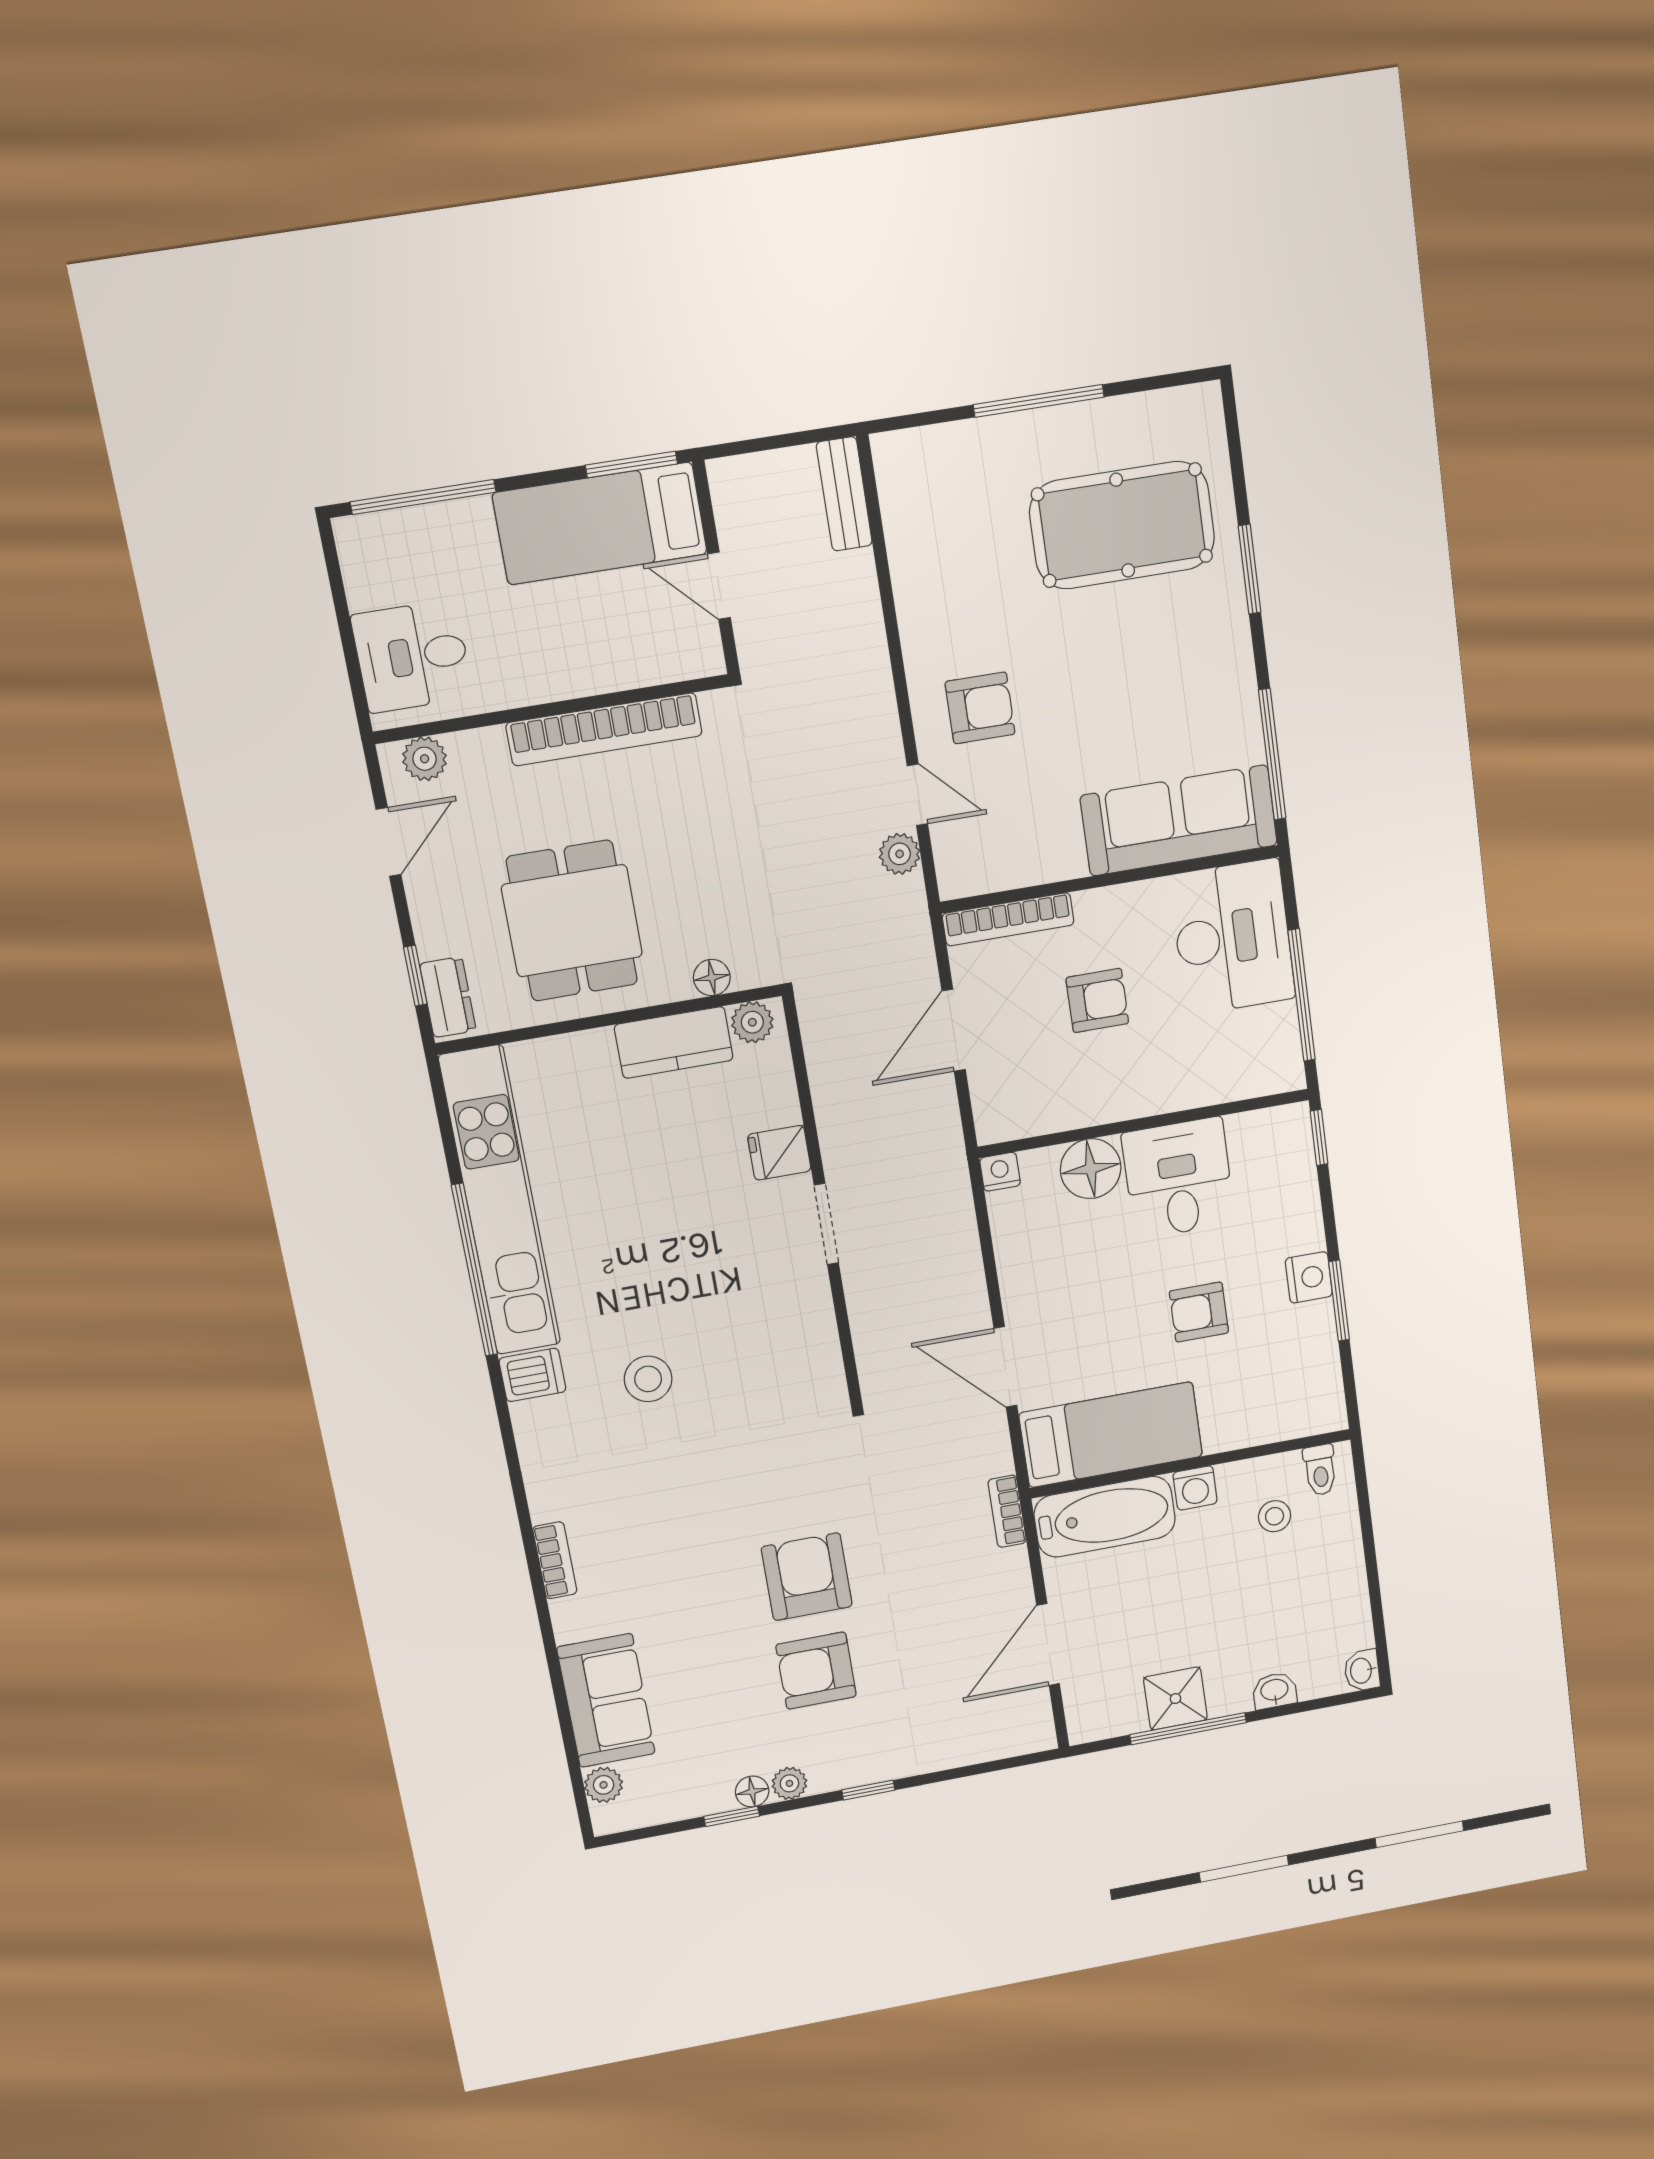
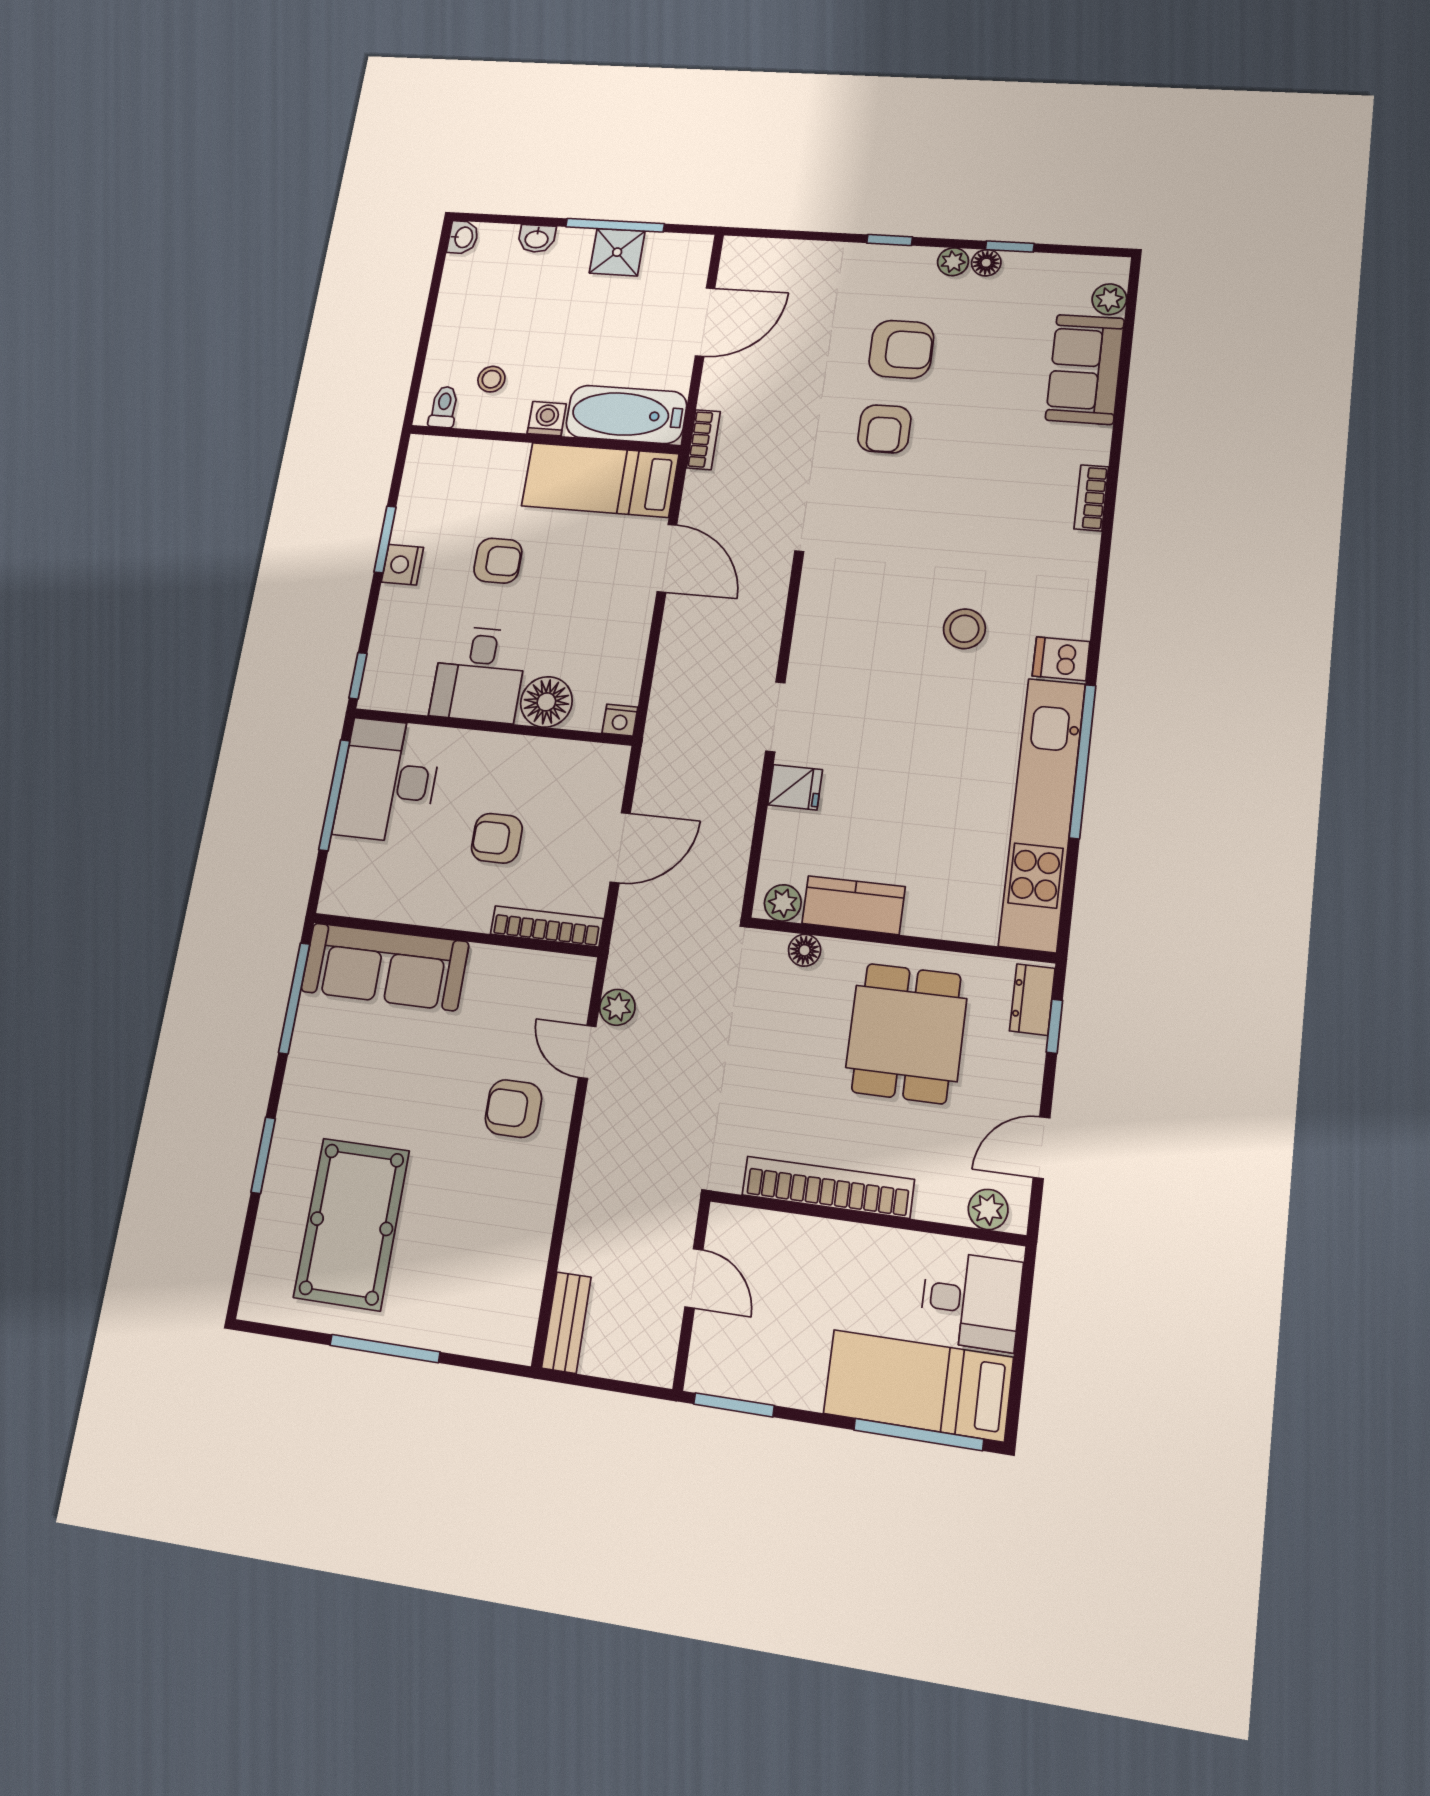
bed: (600, 524) -> (918, 1385), moved, turned 180
pool table: (1122, 525) -> (352, 1224), turned 90
desk: (1233, 937) -> (388, 780), moved
armchair: (807, 1577) -> (884, 429), width x0.72, depth x0.72

